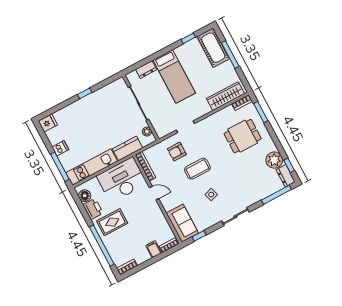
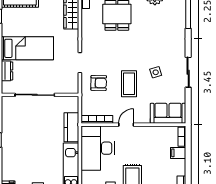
plant: (147, 132) -> (65, 101), removed
armchair: (177, 152) -> (99, 83), turned -89
coffee table: (197, 169) -> (129, 84), moved
sliding door: (235, 217) -> (188, 72), moved
window: (199, 236) -> (188, 104), removed

